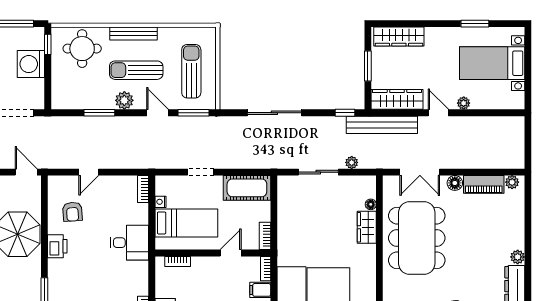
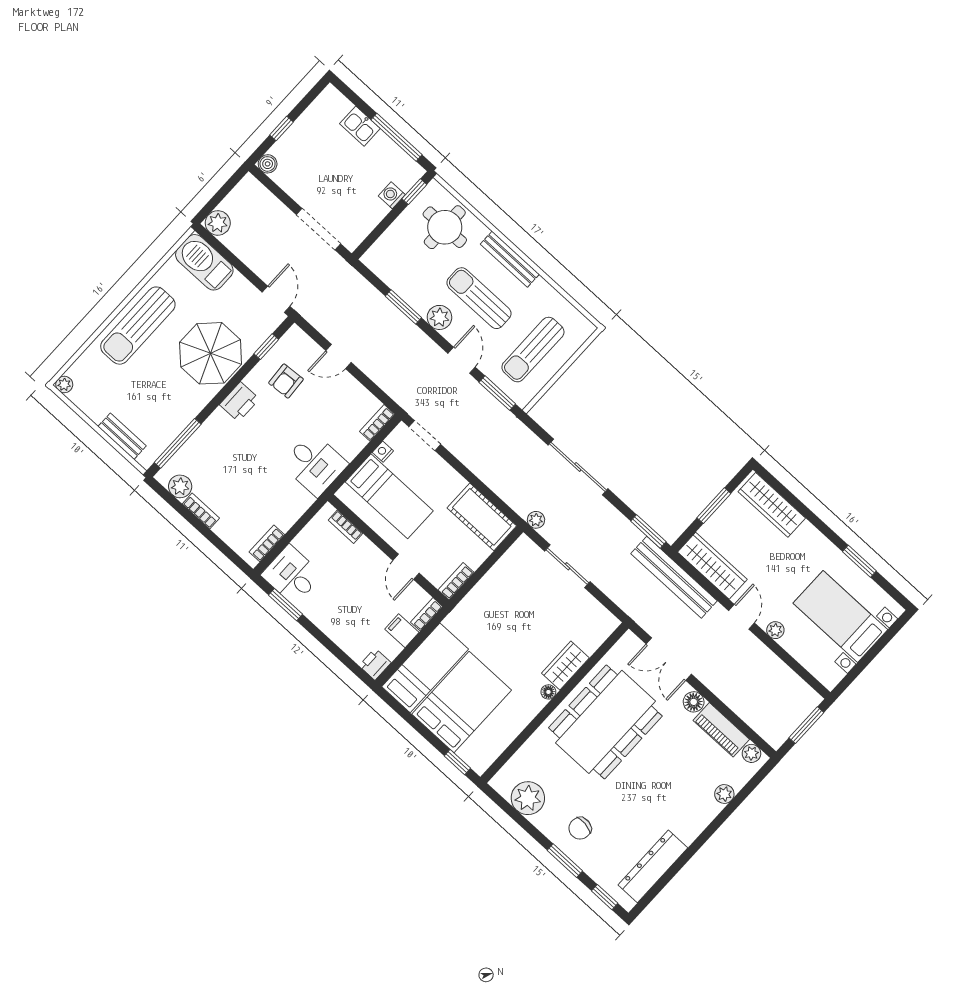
washing machine: (31, 64) -> (392, 195), width x0.53, depth x0.53
sun lounger: (191, 71) -> (533, 350), turned 180
window: (345, 113) -> (648, 531), width x1.50
window: (528, 139) -> (806, 725), added
plant: (352, 162) -> (536, 520), moved
doorway: (201, 172) -> (425, 436), moved
window: (44, 203) -> (266, 347), added
floor lamp: (371, 204) -> (548, 692), moved
door: (231, 253) -> (406, 567), swing flipped
plant: (518, 257) -> (724, 794), moved

